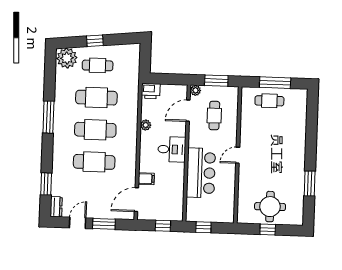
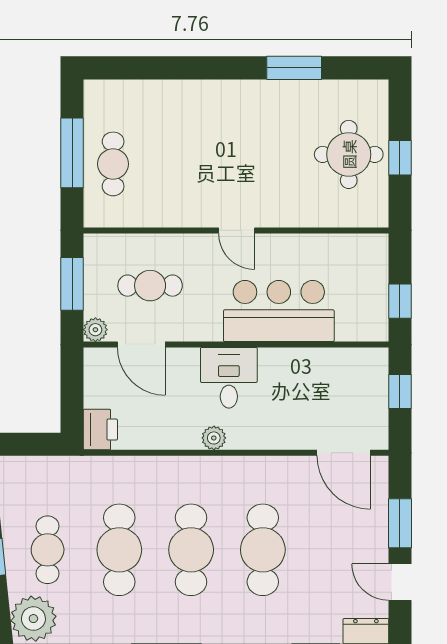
plant: (146, 125) -> (214, 438), moved
filing cabinet: (146, 179) -> (296, 433), removed

